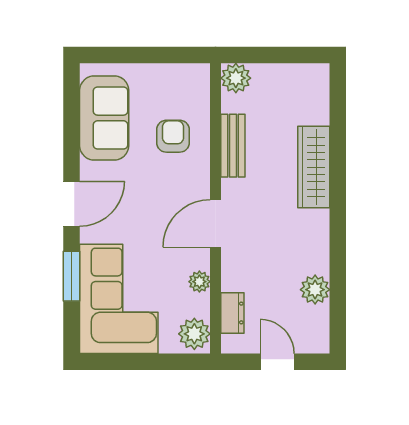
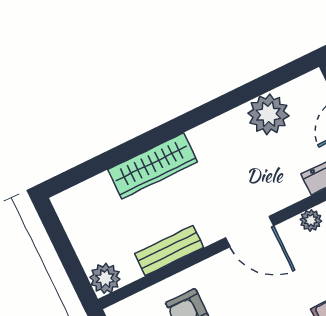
plant: (315, 290) -> (268, 114), width x1.36, depth x1.36

